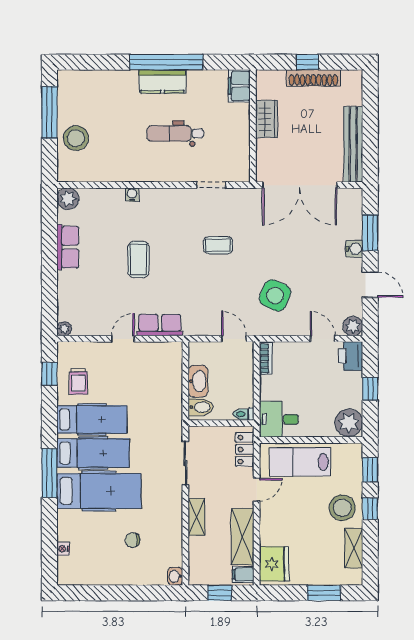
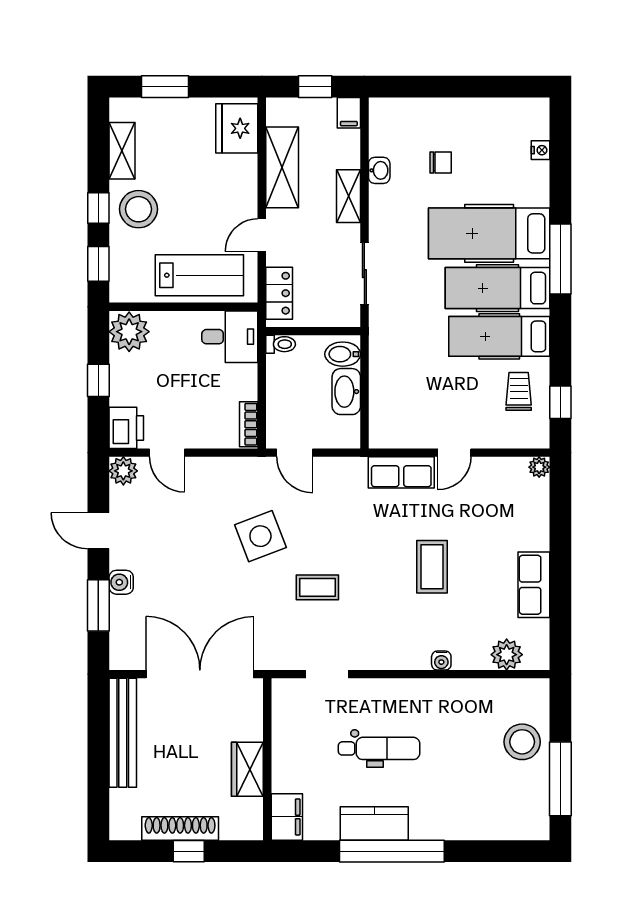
kitchen counter: (162, 81) -> (374, 823), moved
plant: (68, 199) -> (507, 655), moved
side table: (275, 295) -> (260, 536), moved, turned 45
filing cabinet: (243, 574) -> (349, 113), moved, turned 90
washbasin: (175, 576) -> (379, 170), moved

